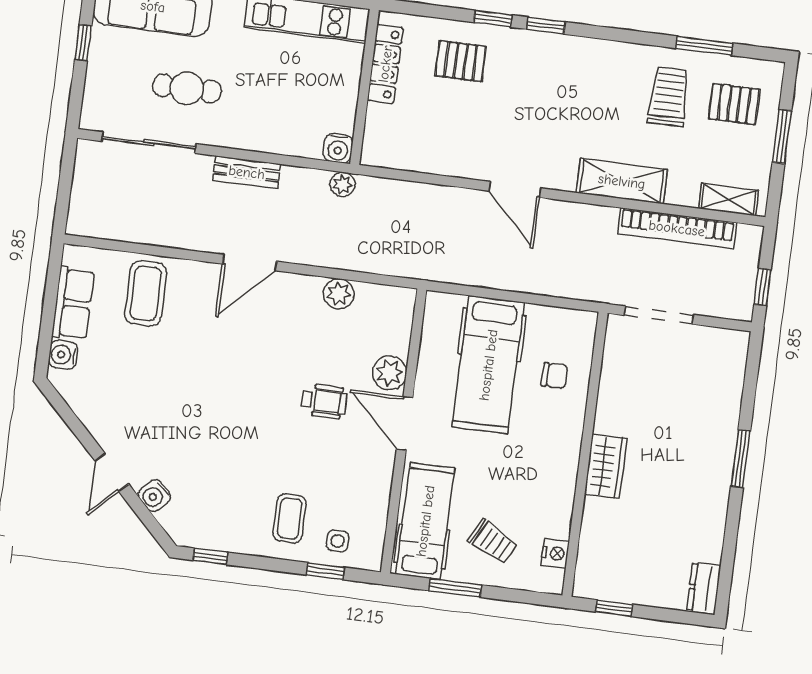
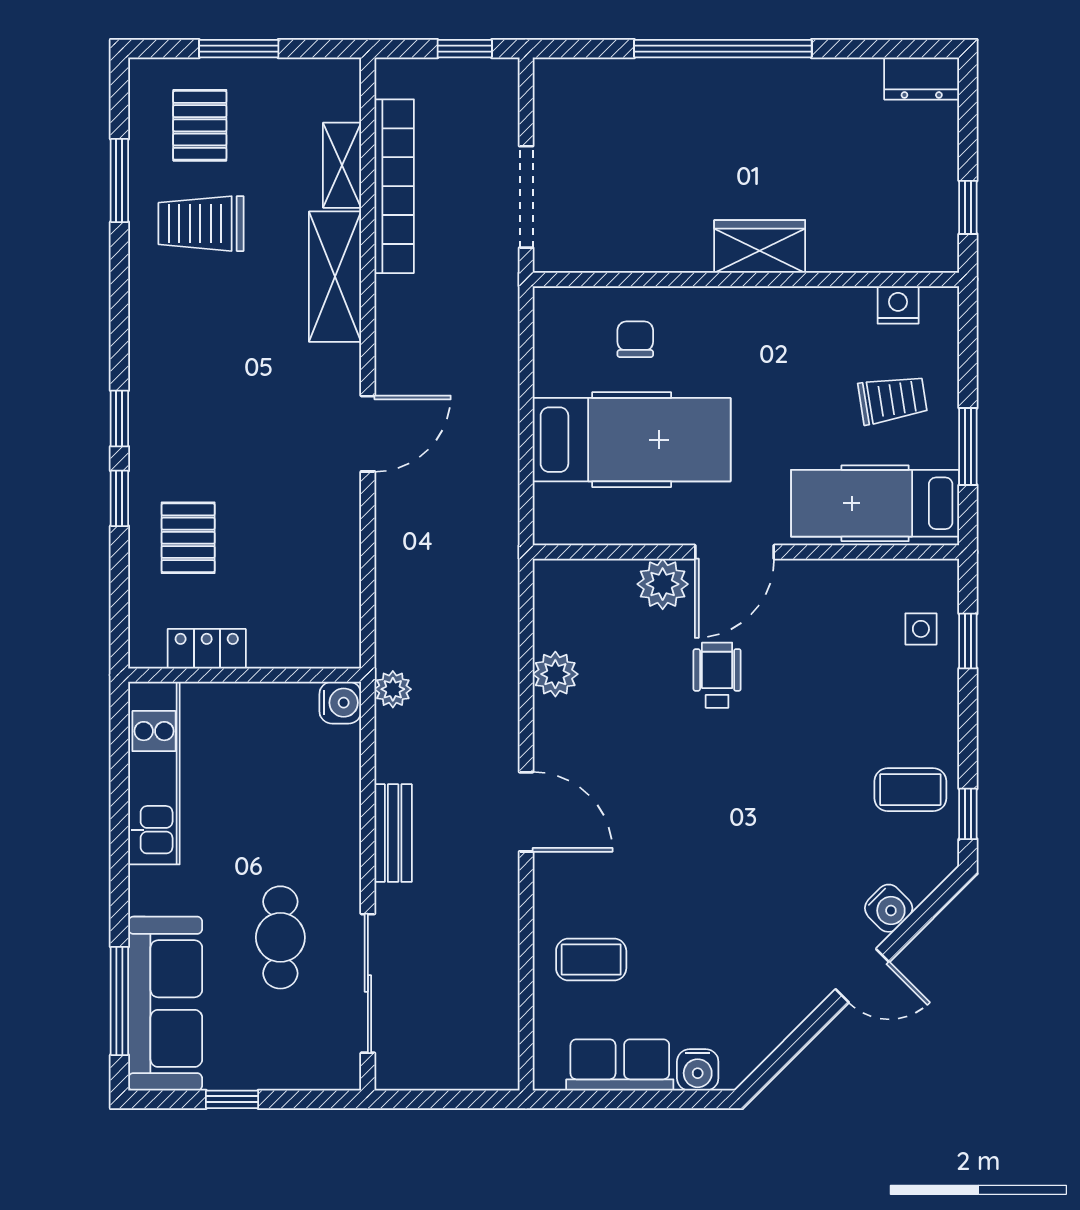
locker: (385, 64) -> (207, 649), width x0.66
shelving: (729, 200) -> (342, 165), moved
coffee table: (146, 293) -> (591, 960), width x0.73, depth x0.77
window: (741, 459) -> (723, 49), width x2.11
coffee table: (290, 518) -> (910, 790), moved
trolley: (493, 542) -> (893, 399), turned 53

